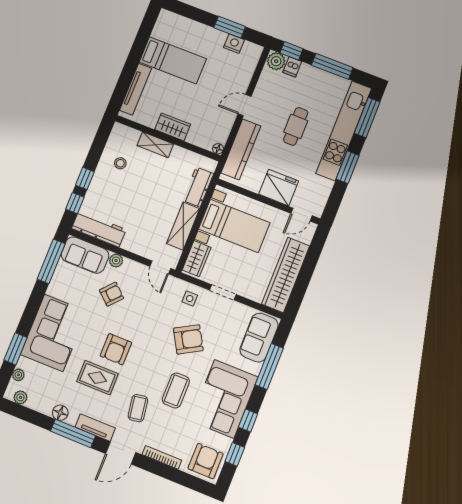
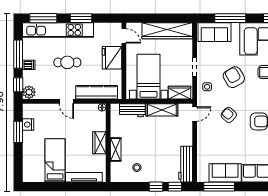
dishwasher: (292, 67) -> (29, 65), moved
sofa: (85, 255) -> (225, 173), moved, turned -90
plant: (116, 261) -> (202, 145), removed
armchair: (112, 294) -> (229, 115), moved

